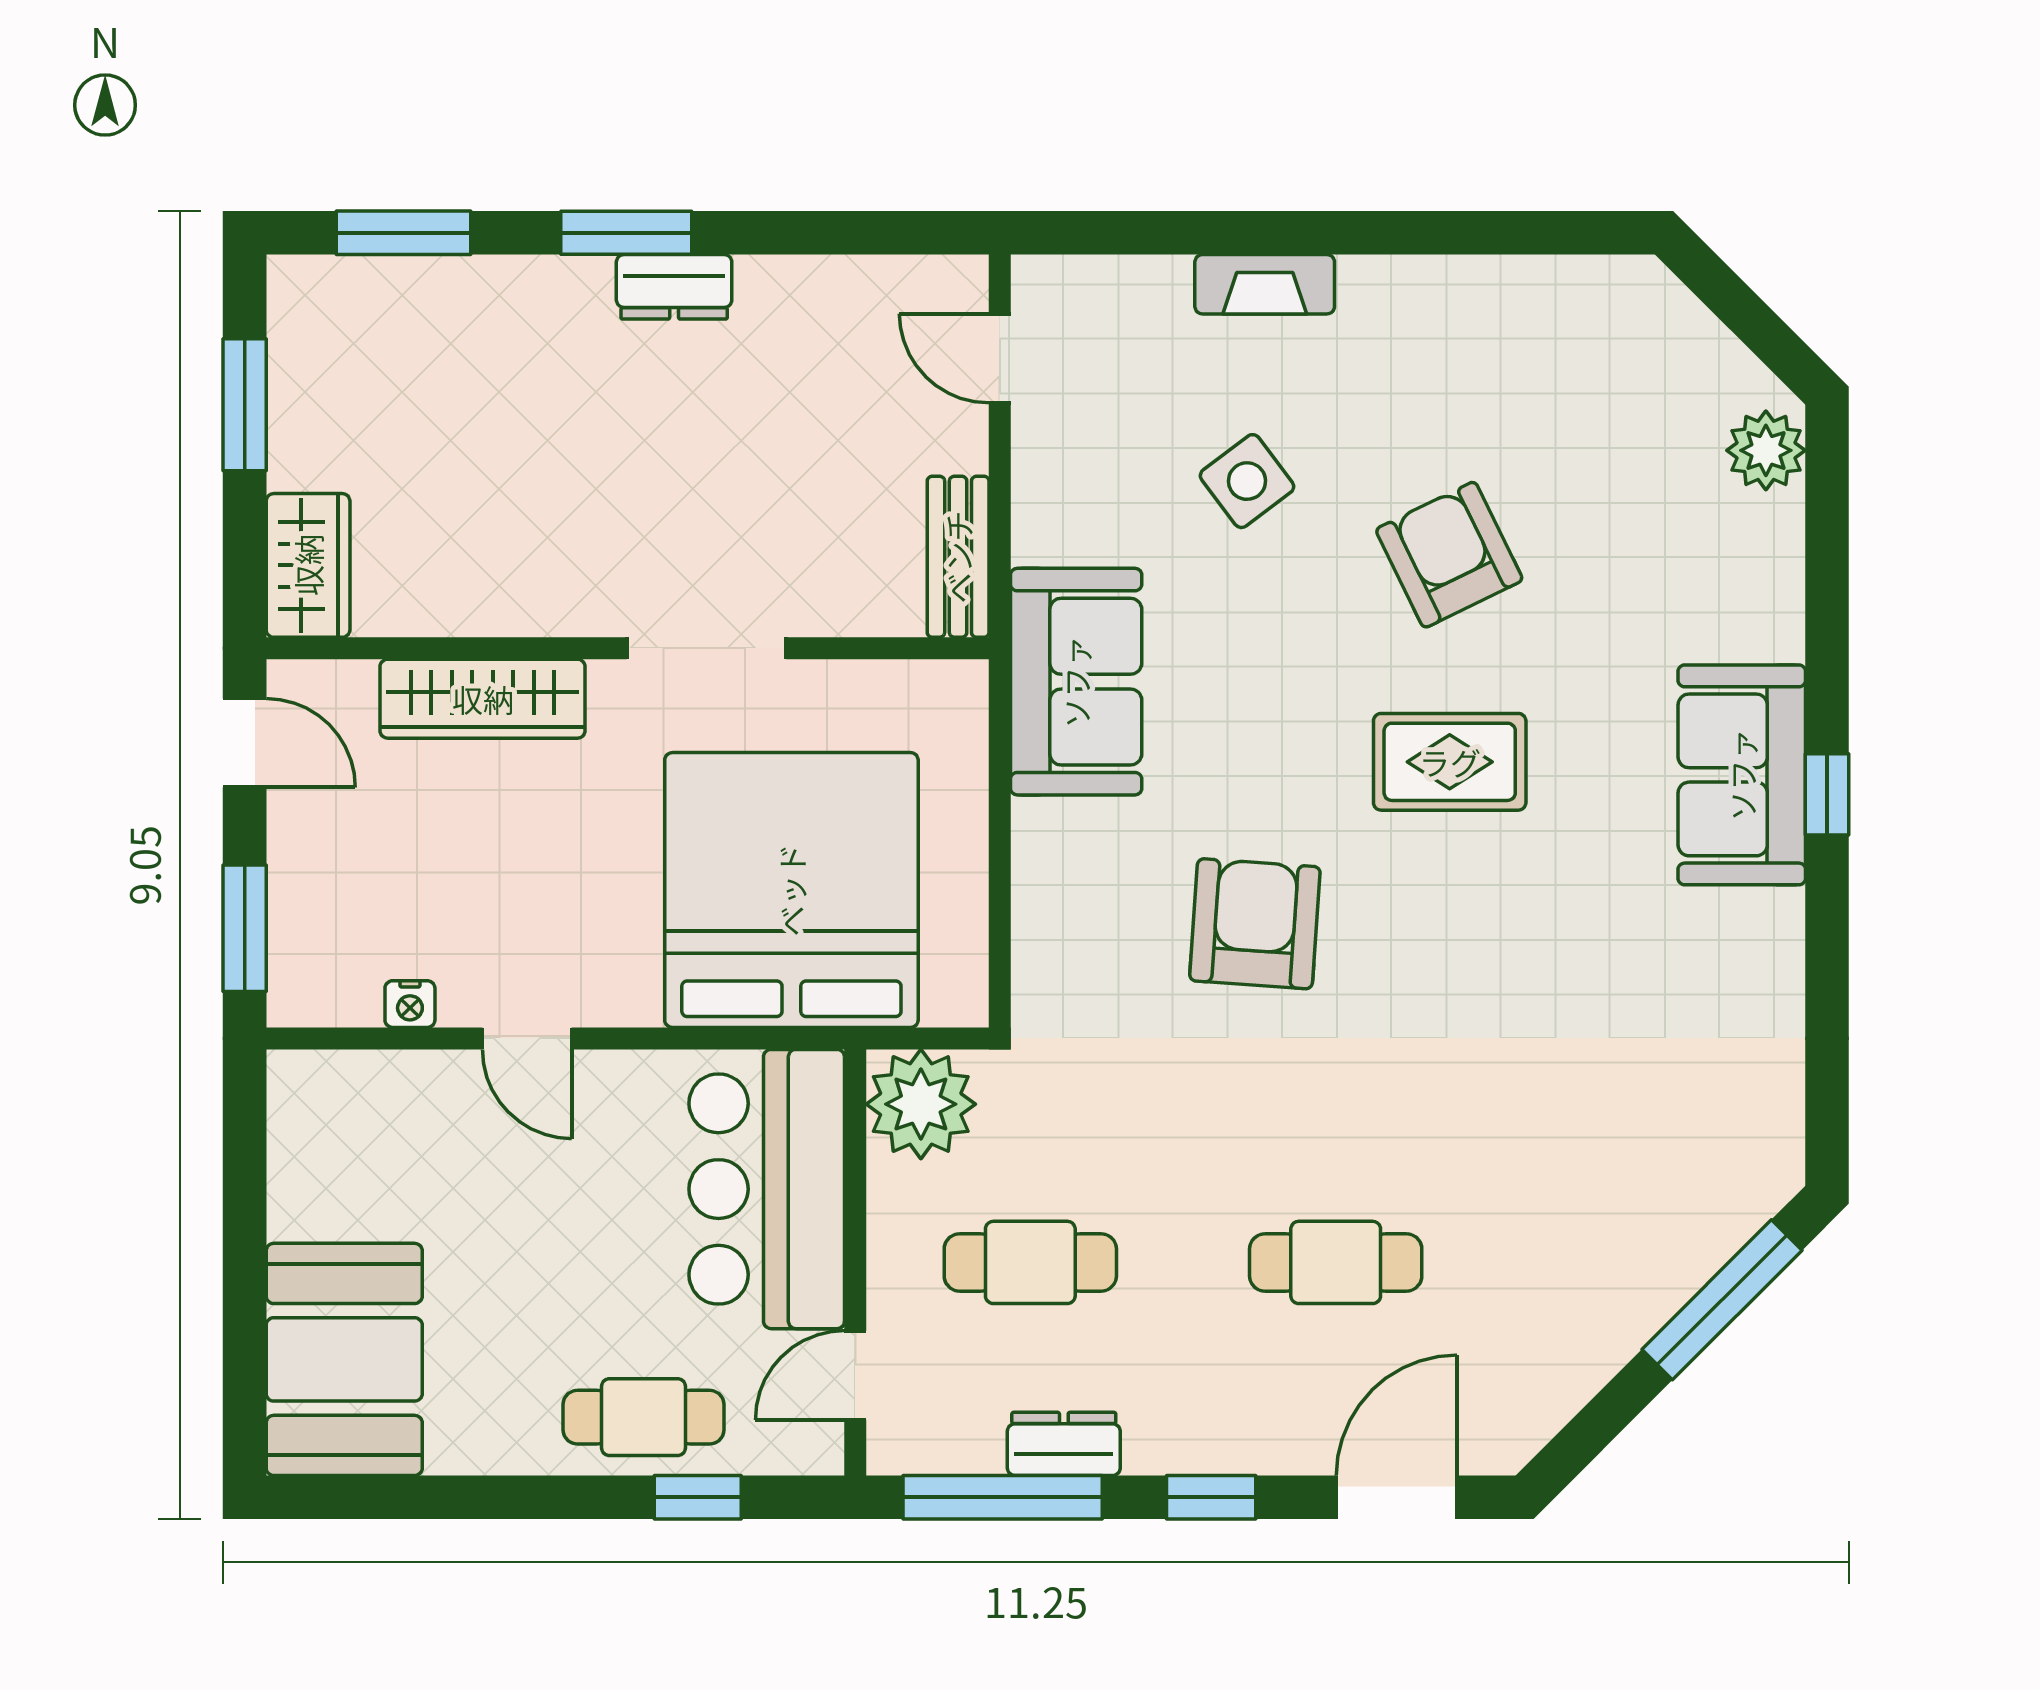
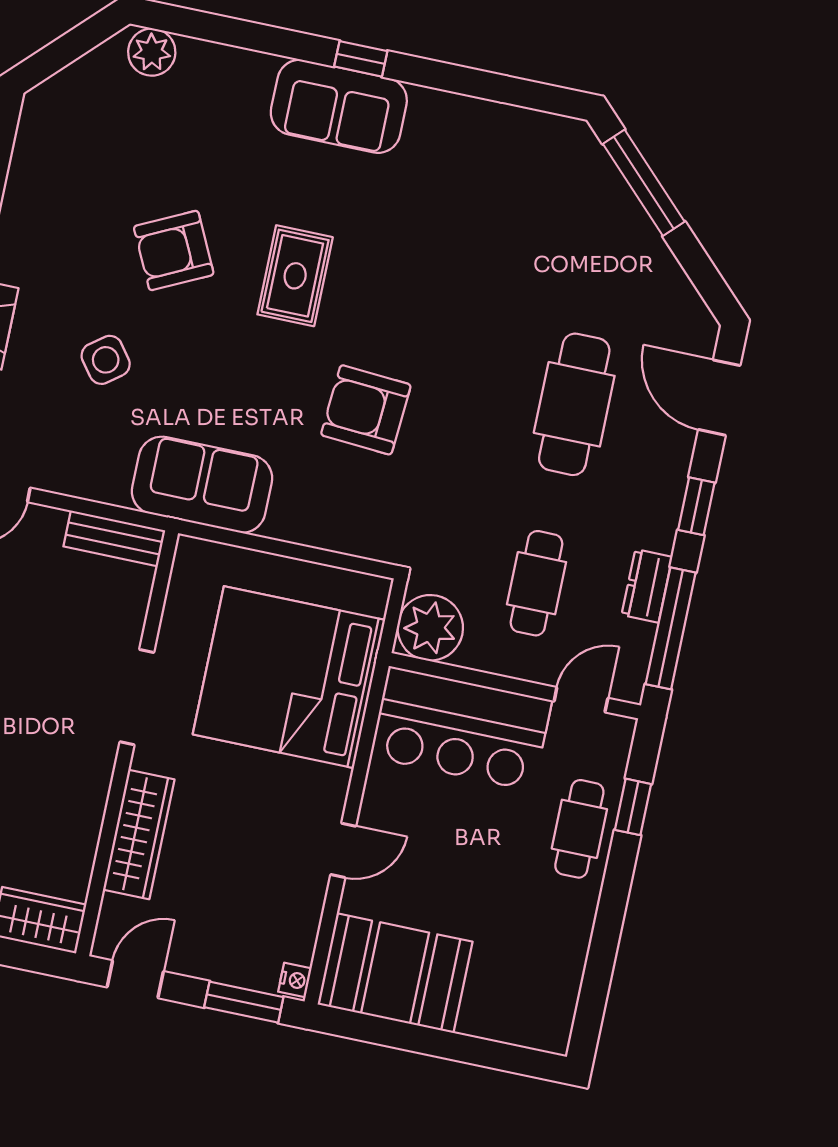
nightstand: (410, 1004) -> (295, 980), moved
cafe table: (1336, 1262) -> (574, 404), width x1.37, depth x1.35
booth: (344, 1359) -> (395, 973), moved
door: (855, 1375) -> (581, 700), swing flipped

